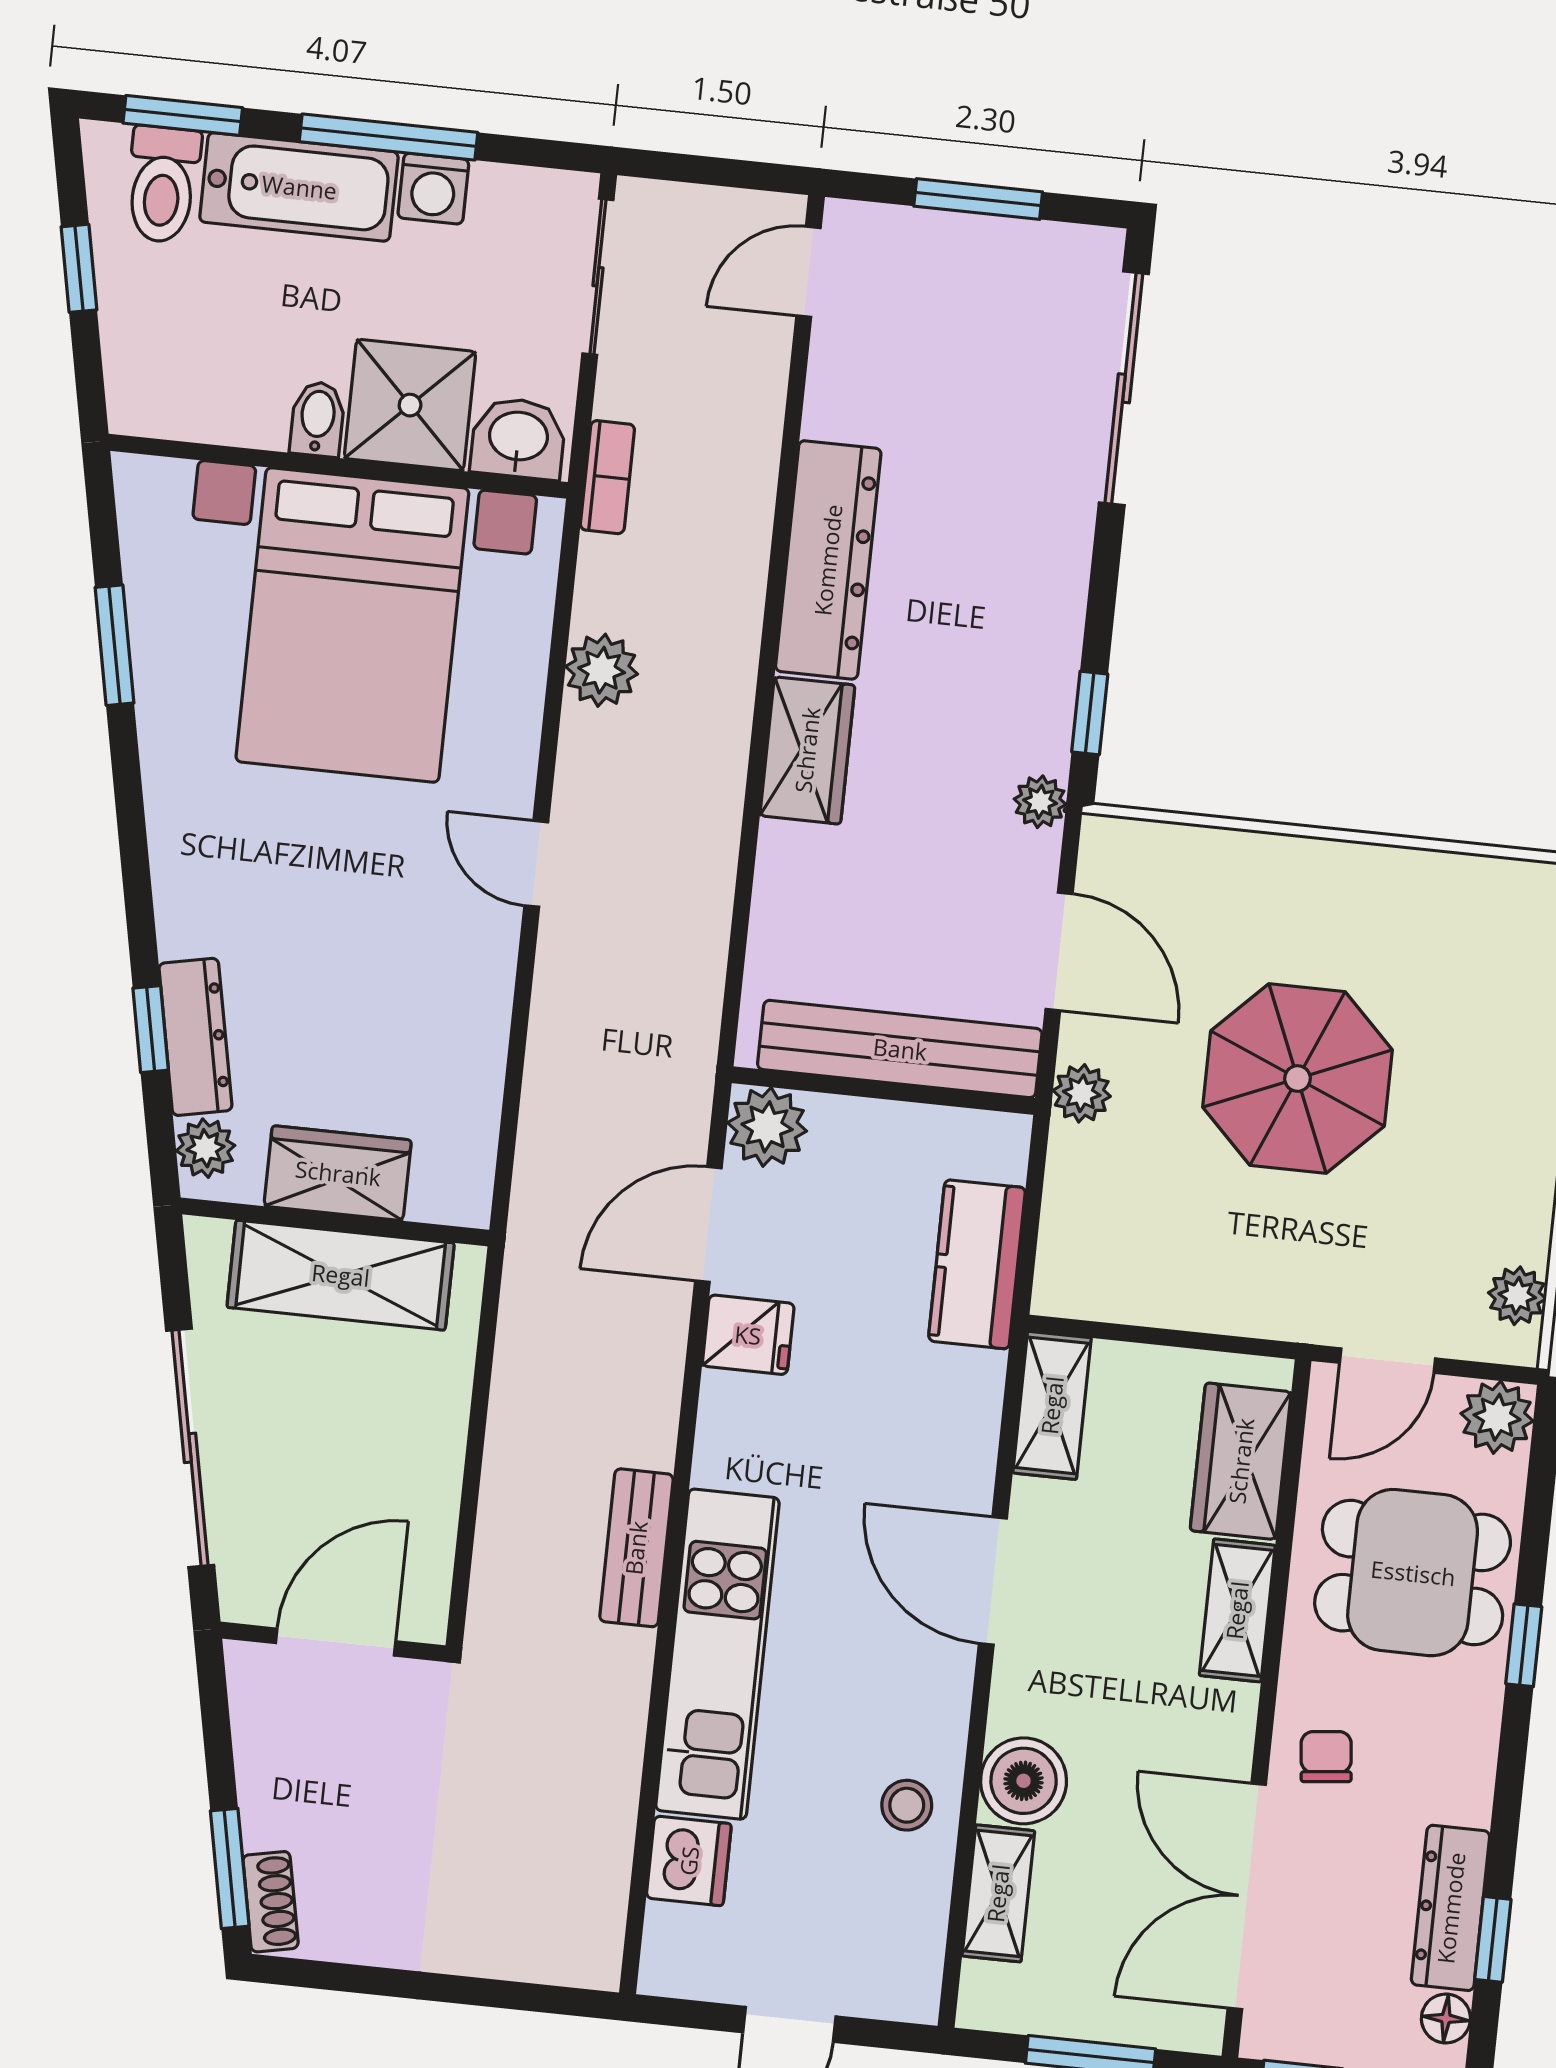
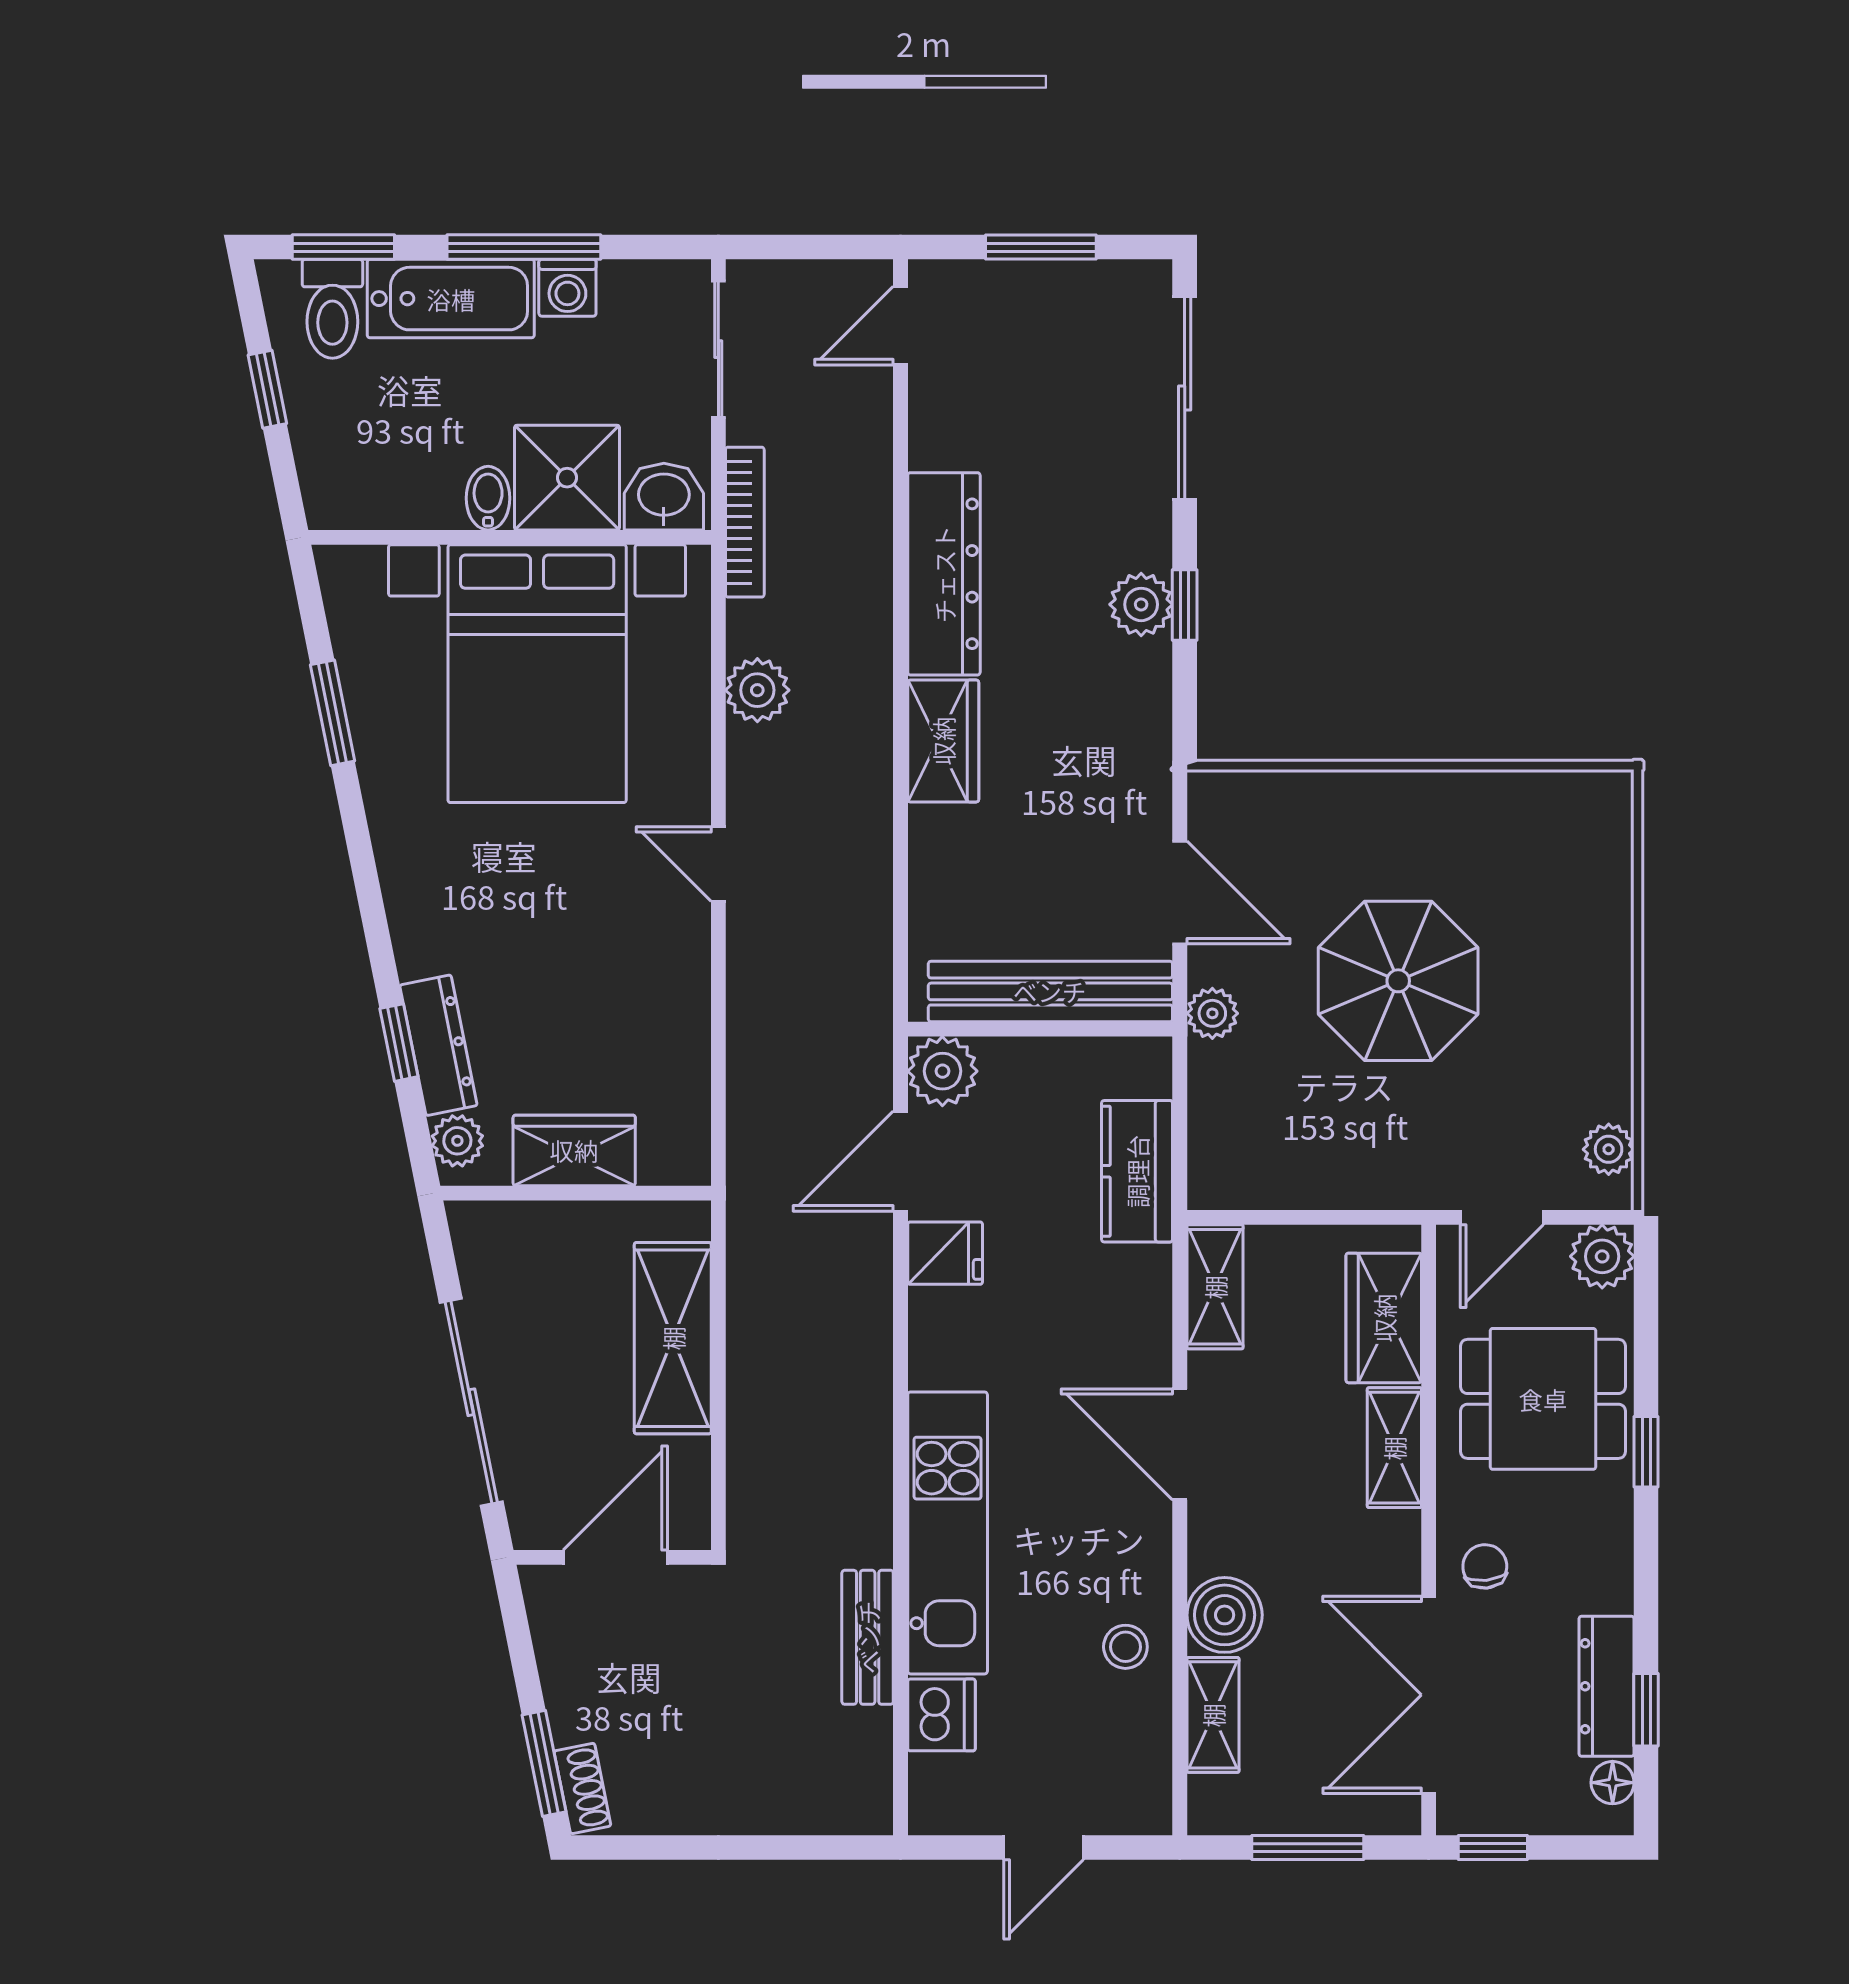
bookcase: (607, 477) -> (745, 522), width x1.56
window: (1090, 713) -> (1185, 605), moved
plant: (1040, 802) -> (1141, 604), moved, width x1.38, depth x1.38
shelving: (341, 1275) -> (673, 1338), moved, turned 90
bench: (636, 1548) -> (868, 1637), moved

